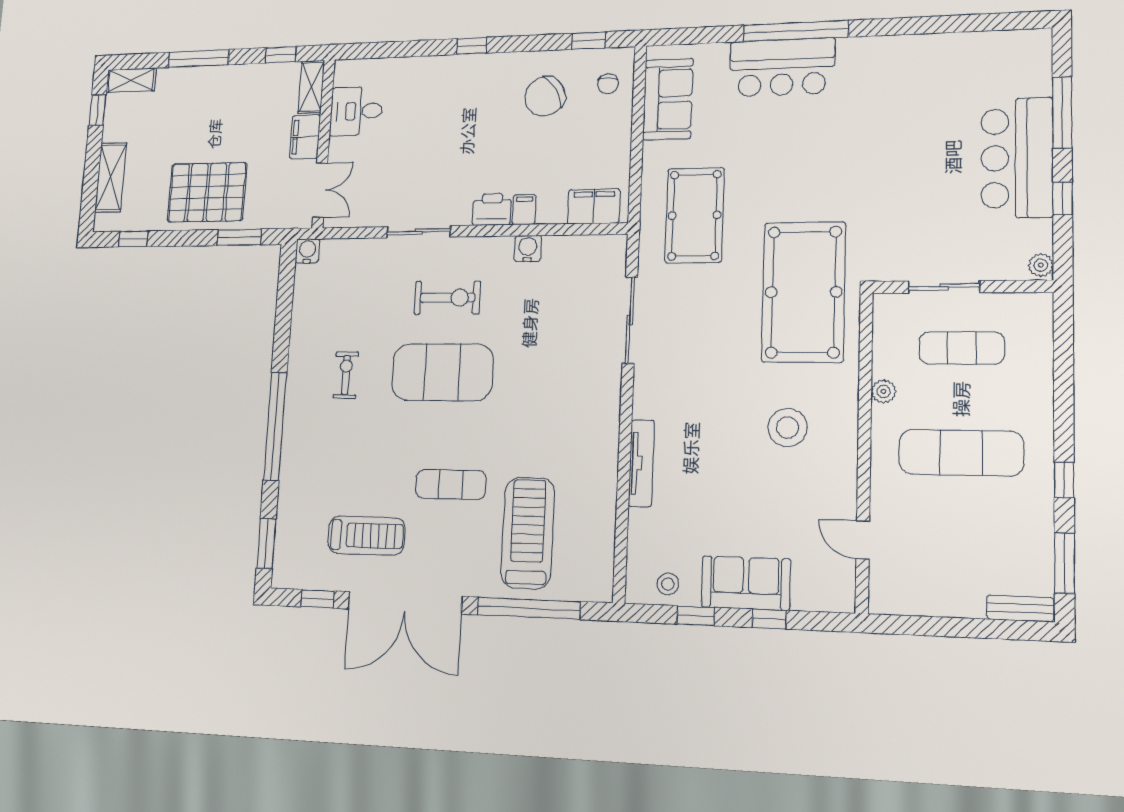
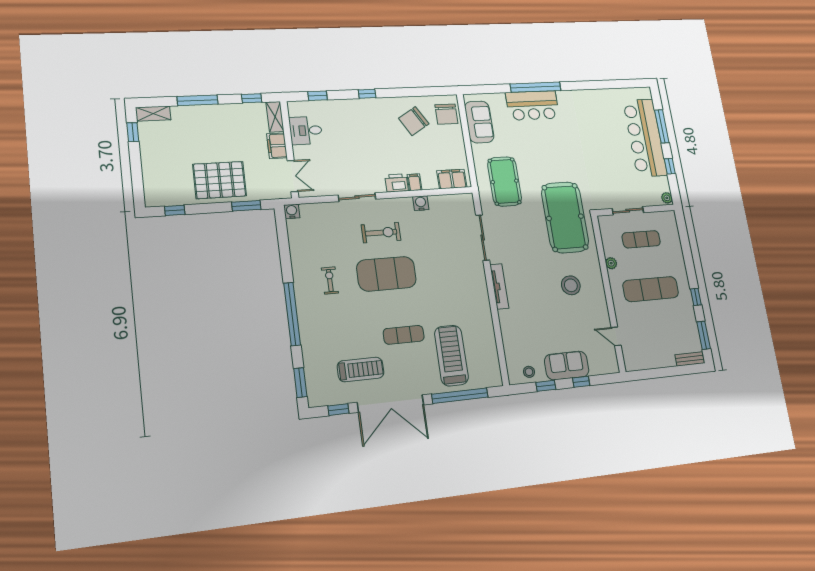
window: (589, 41) -> (318, 96), moved
chair: (608, 84) -> (446, 114), width x1.87, depth x1.87
bar counter: (1017, 158) -> (645, 138), width x1.36
shelving: (111, 177) -> (151, 173), removed
tv unit: (641, 463) -> (499, 286), moved

